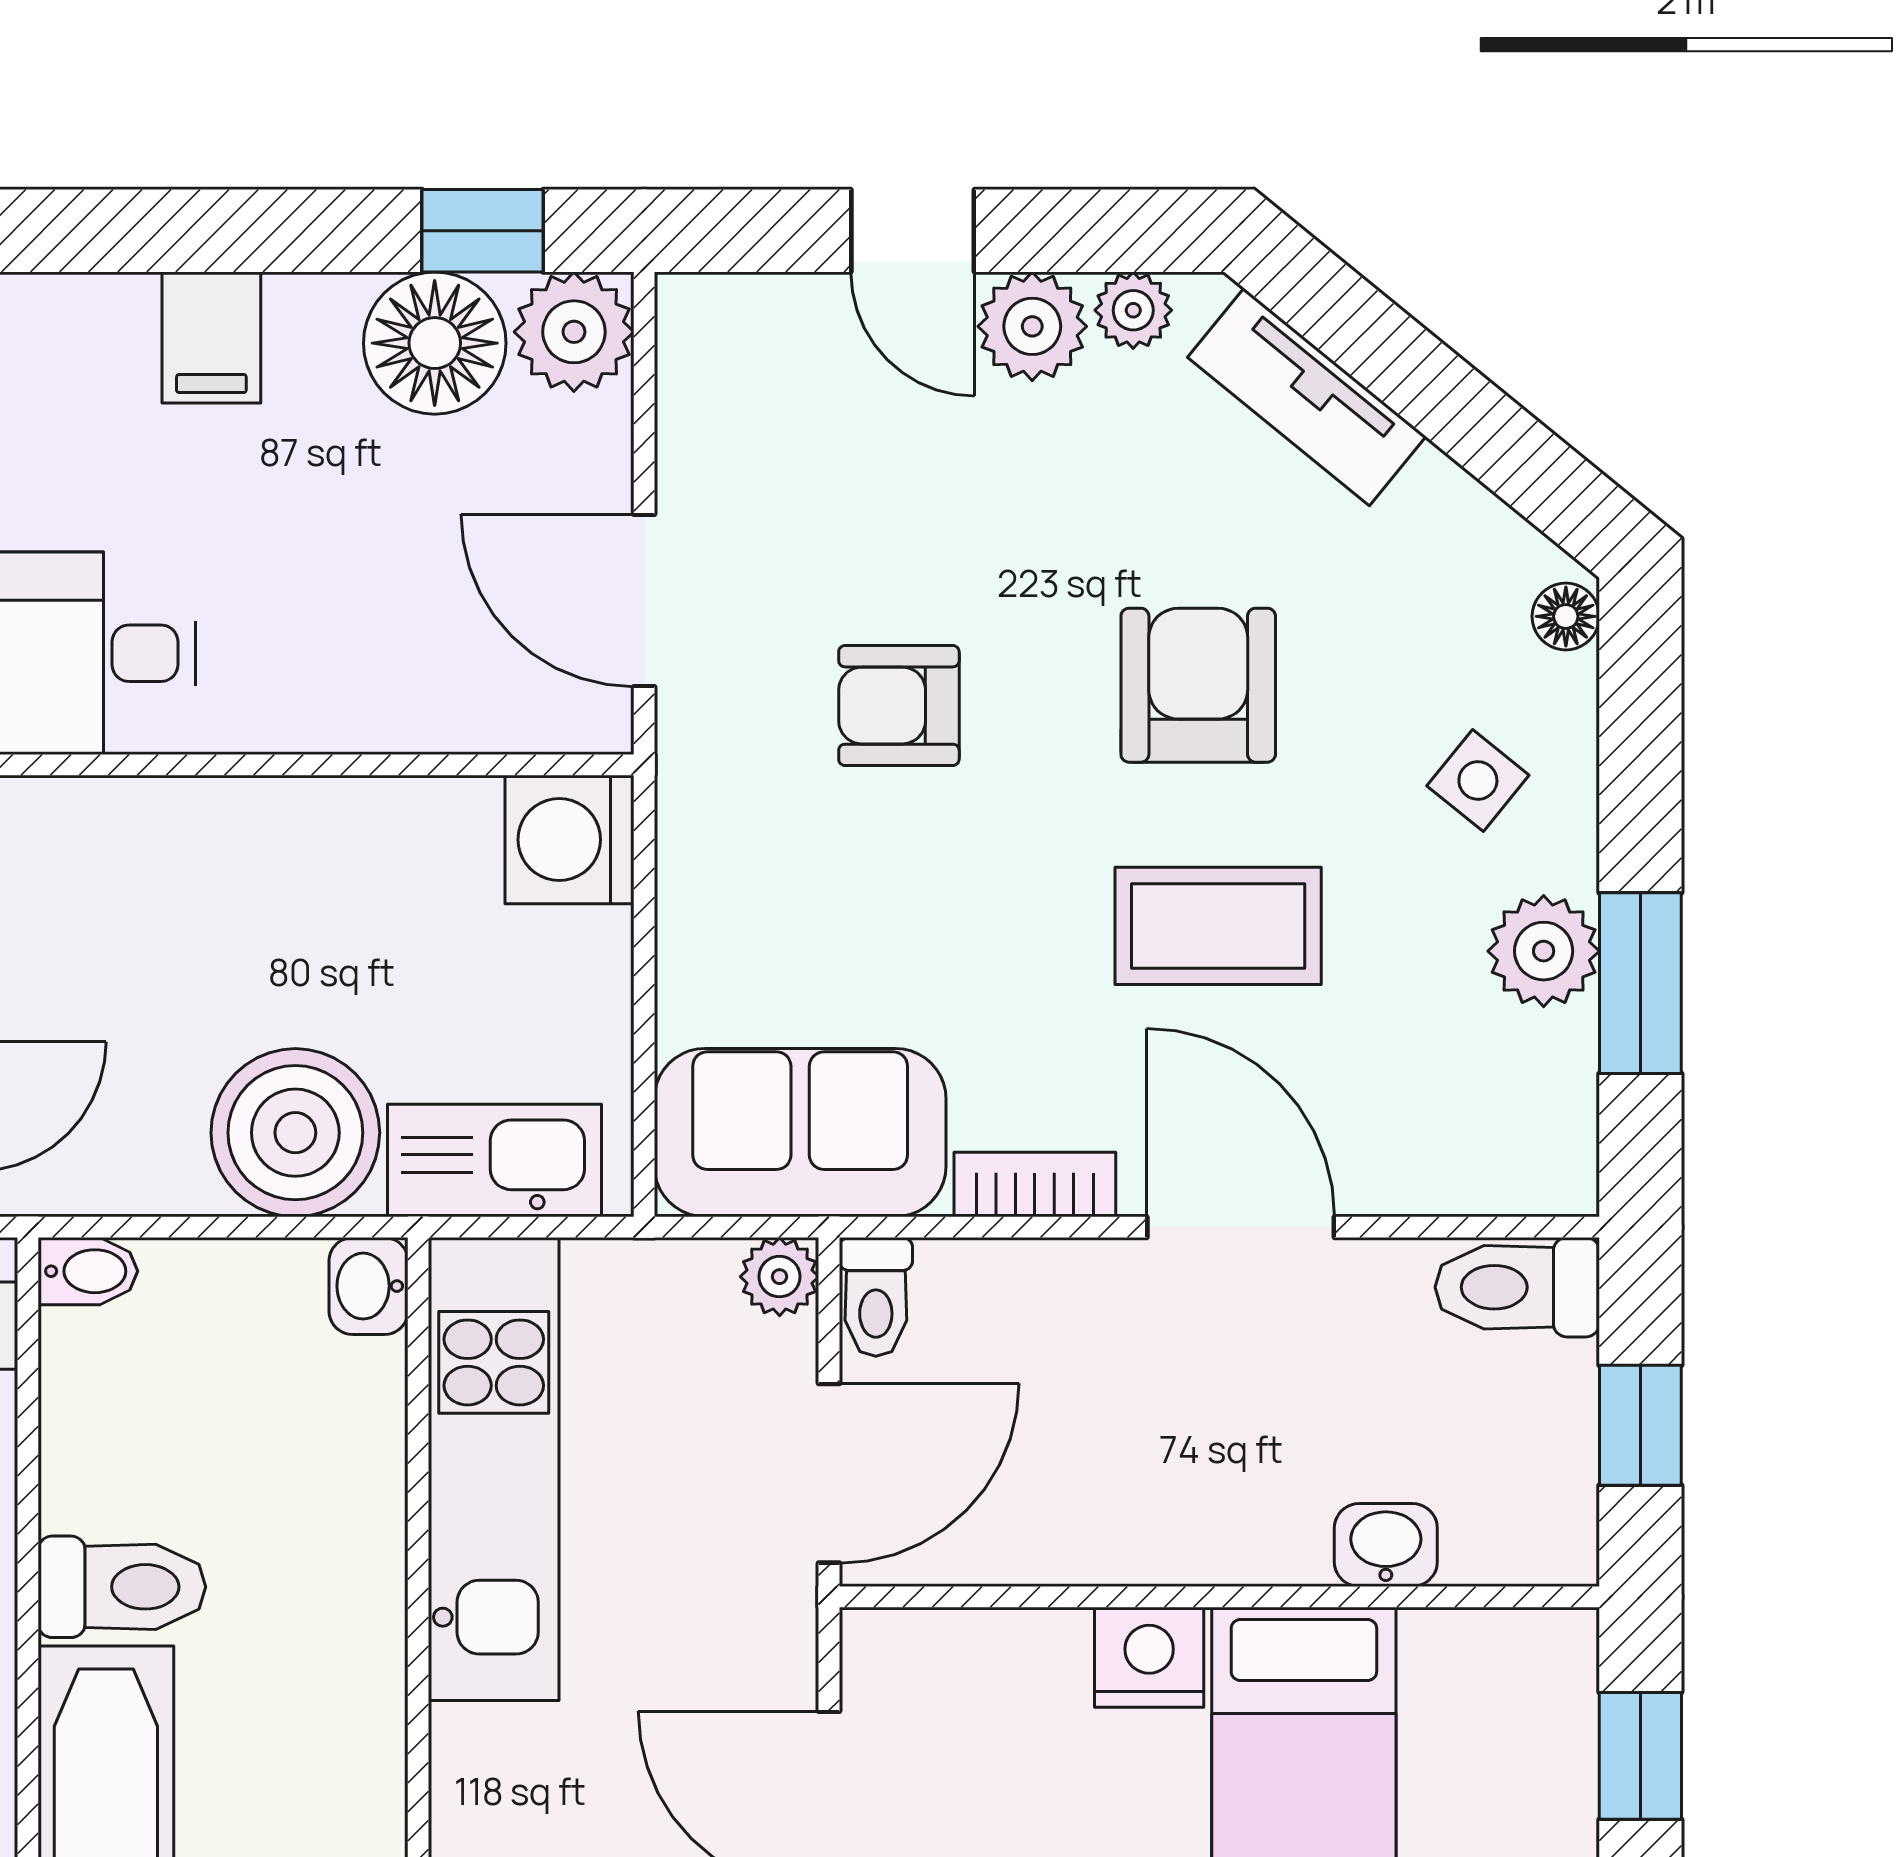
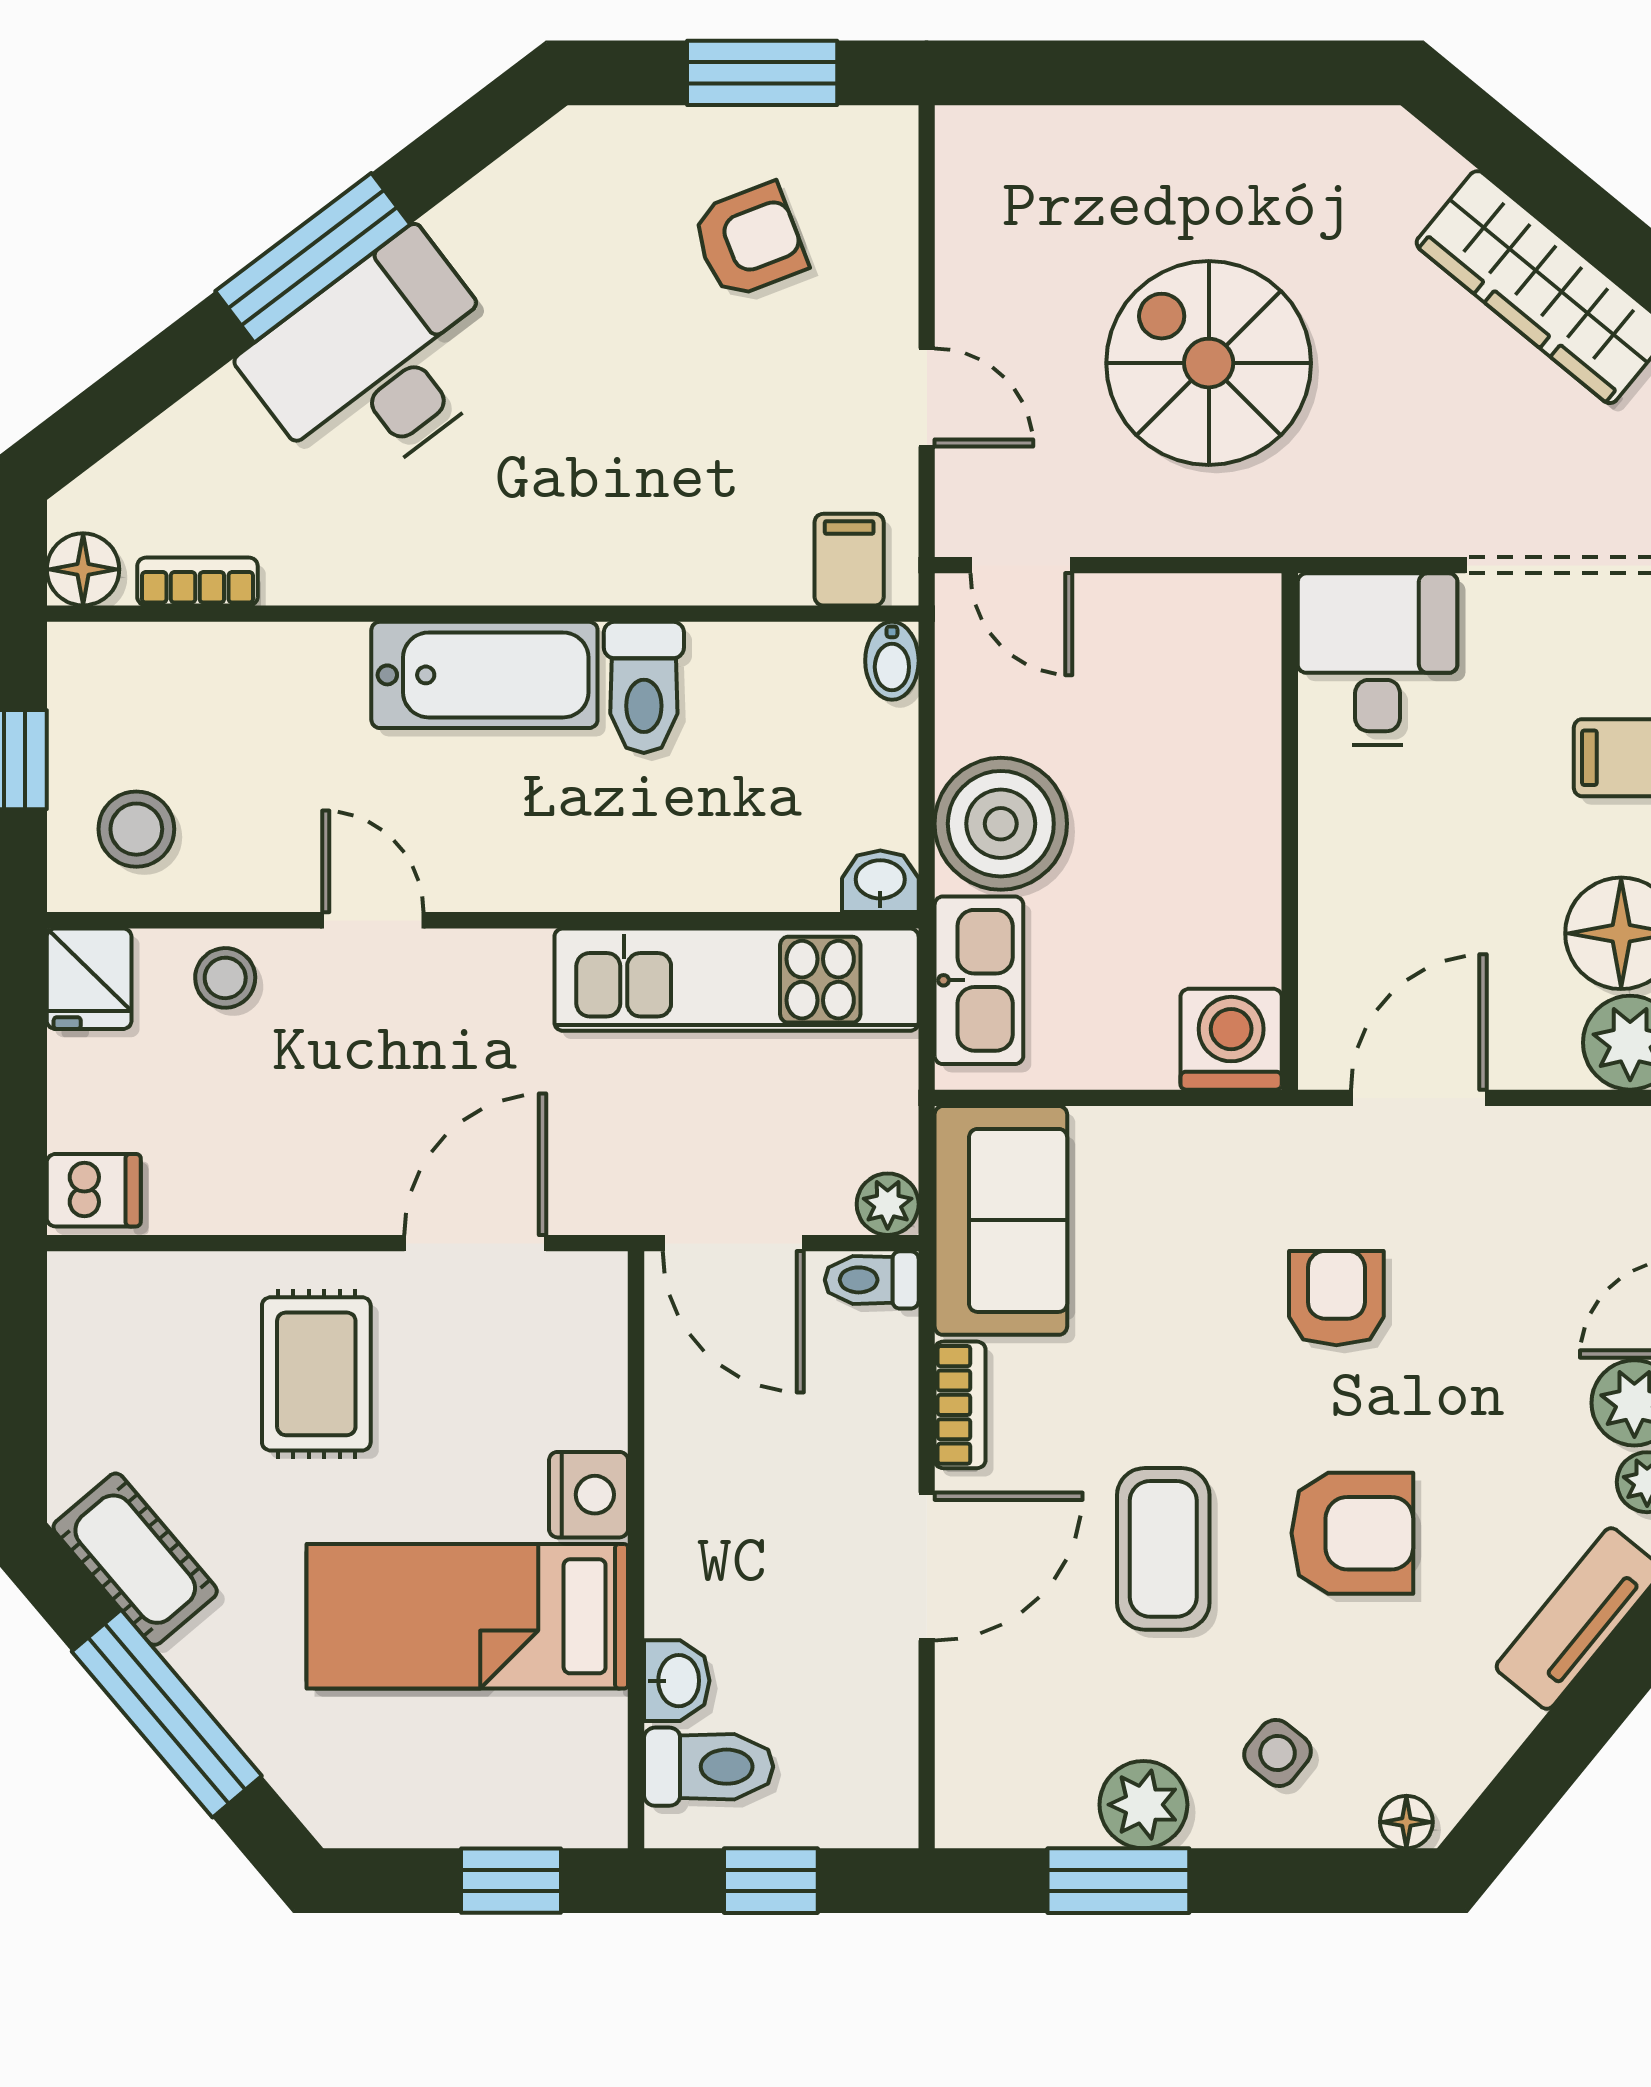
toilet: (1517, 1287) -> (709, 1767), moved, turned 90

